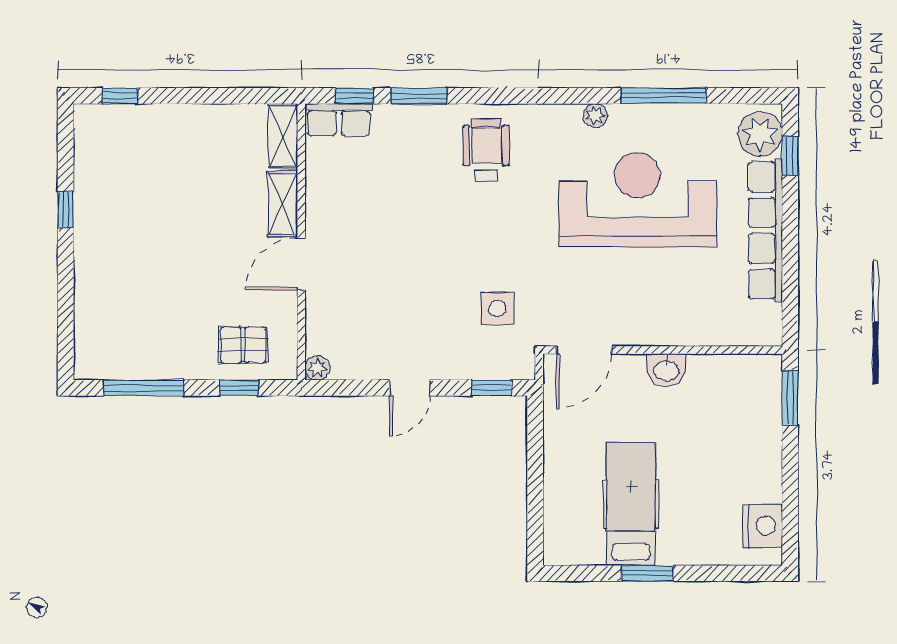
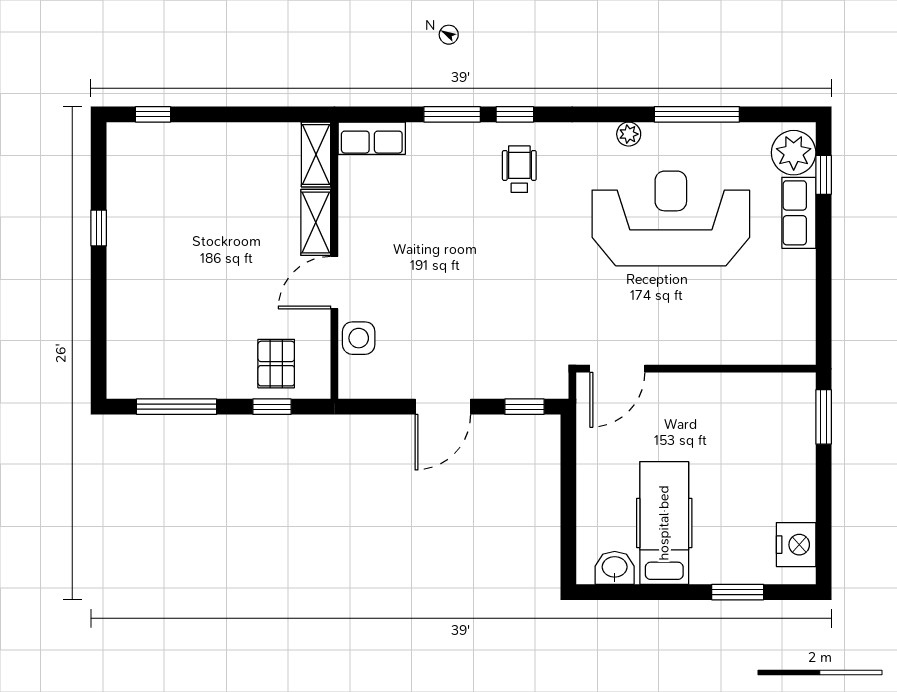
window: (354, 96) -> (515, 114), moved
wheelchair: (486, 151) -> (519, 169), width x0.73, depth x0.73
row of seats: (765, 230) -> (799, 213), width x0.50
side table: (497, 308) -> (359, 338), moved
pallet: (243, 345) -> (276, 364), turned 90
plant: (317, 368) -> (350, 387), removed
washbasin: (666, 370) -> (615, 568), moved, turned 180
door: (410, 388) -> (443, 407), width x1.38
window: (647, 573) -> (738, 592), moved

